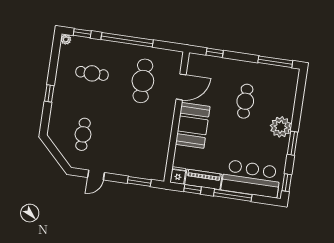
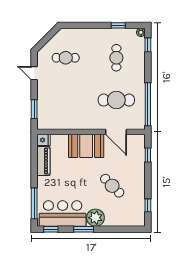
window: (127, 40) -> (148, 104), moved
window: (275, 62) -> (148, 205), width x0.46
window: (49, 93) -> (118, 25), moved
cafe table: (245, 101) -> (112, 186), turned 45
bar counter: (251, 179) -> (63, 214), moved, turned -90
window: (193, 189) -> (34, 153), removed
window: (233, 195) -> (34, 203), moved

